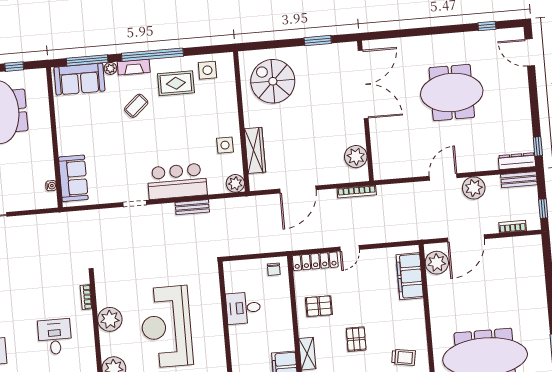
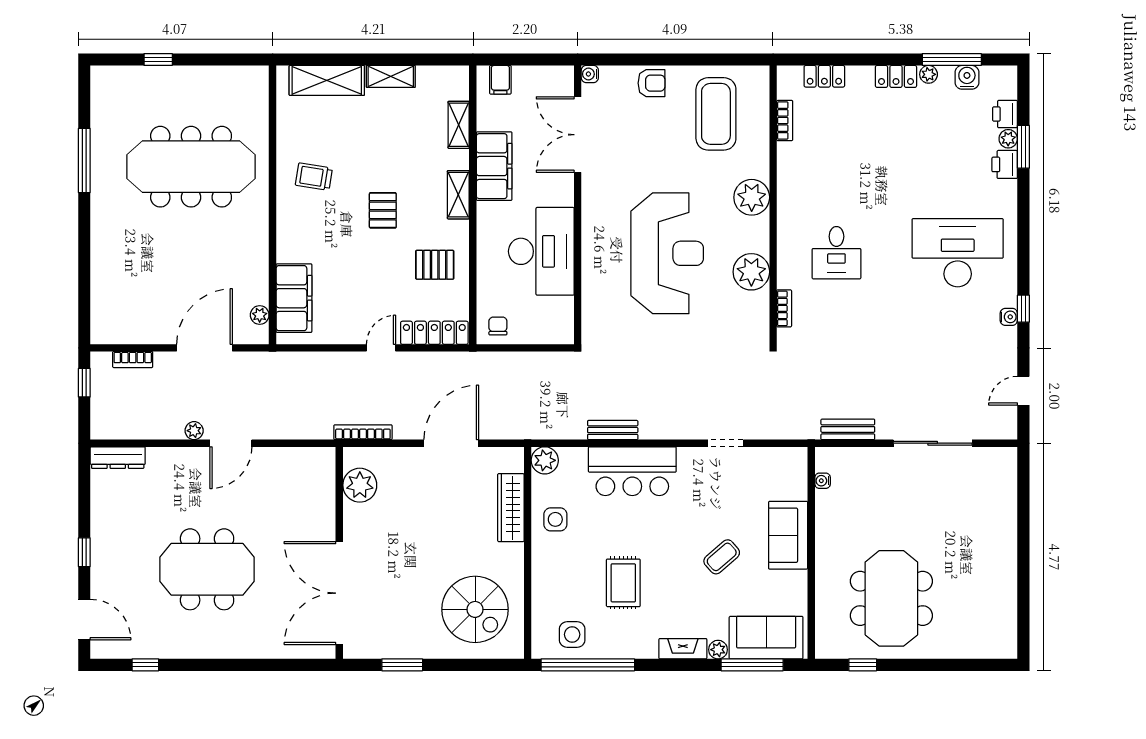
window: (152, 55) -> (588, 665), moved
rug: (176, 83) -> (623, 583), moved, turned 90
coffee table: (136, 106) -> (722, 557), moved
window: (538, 146) -> (84, 552), moved
sofa: (73, 178) -> (788, 535), moved
bench: (519, 180) -> (848, 429), moved
plant: (474, 188) -> (194, 431), width x0.53, depth x0.53
doorway: (135, 203) -> (726, 443), moved
plant: (437, 263) -> (260, 315), width x0.53, depth x0.53
desk: (243, 308) -> (541, 251), width x1.87, depth x1.30

